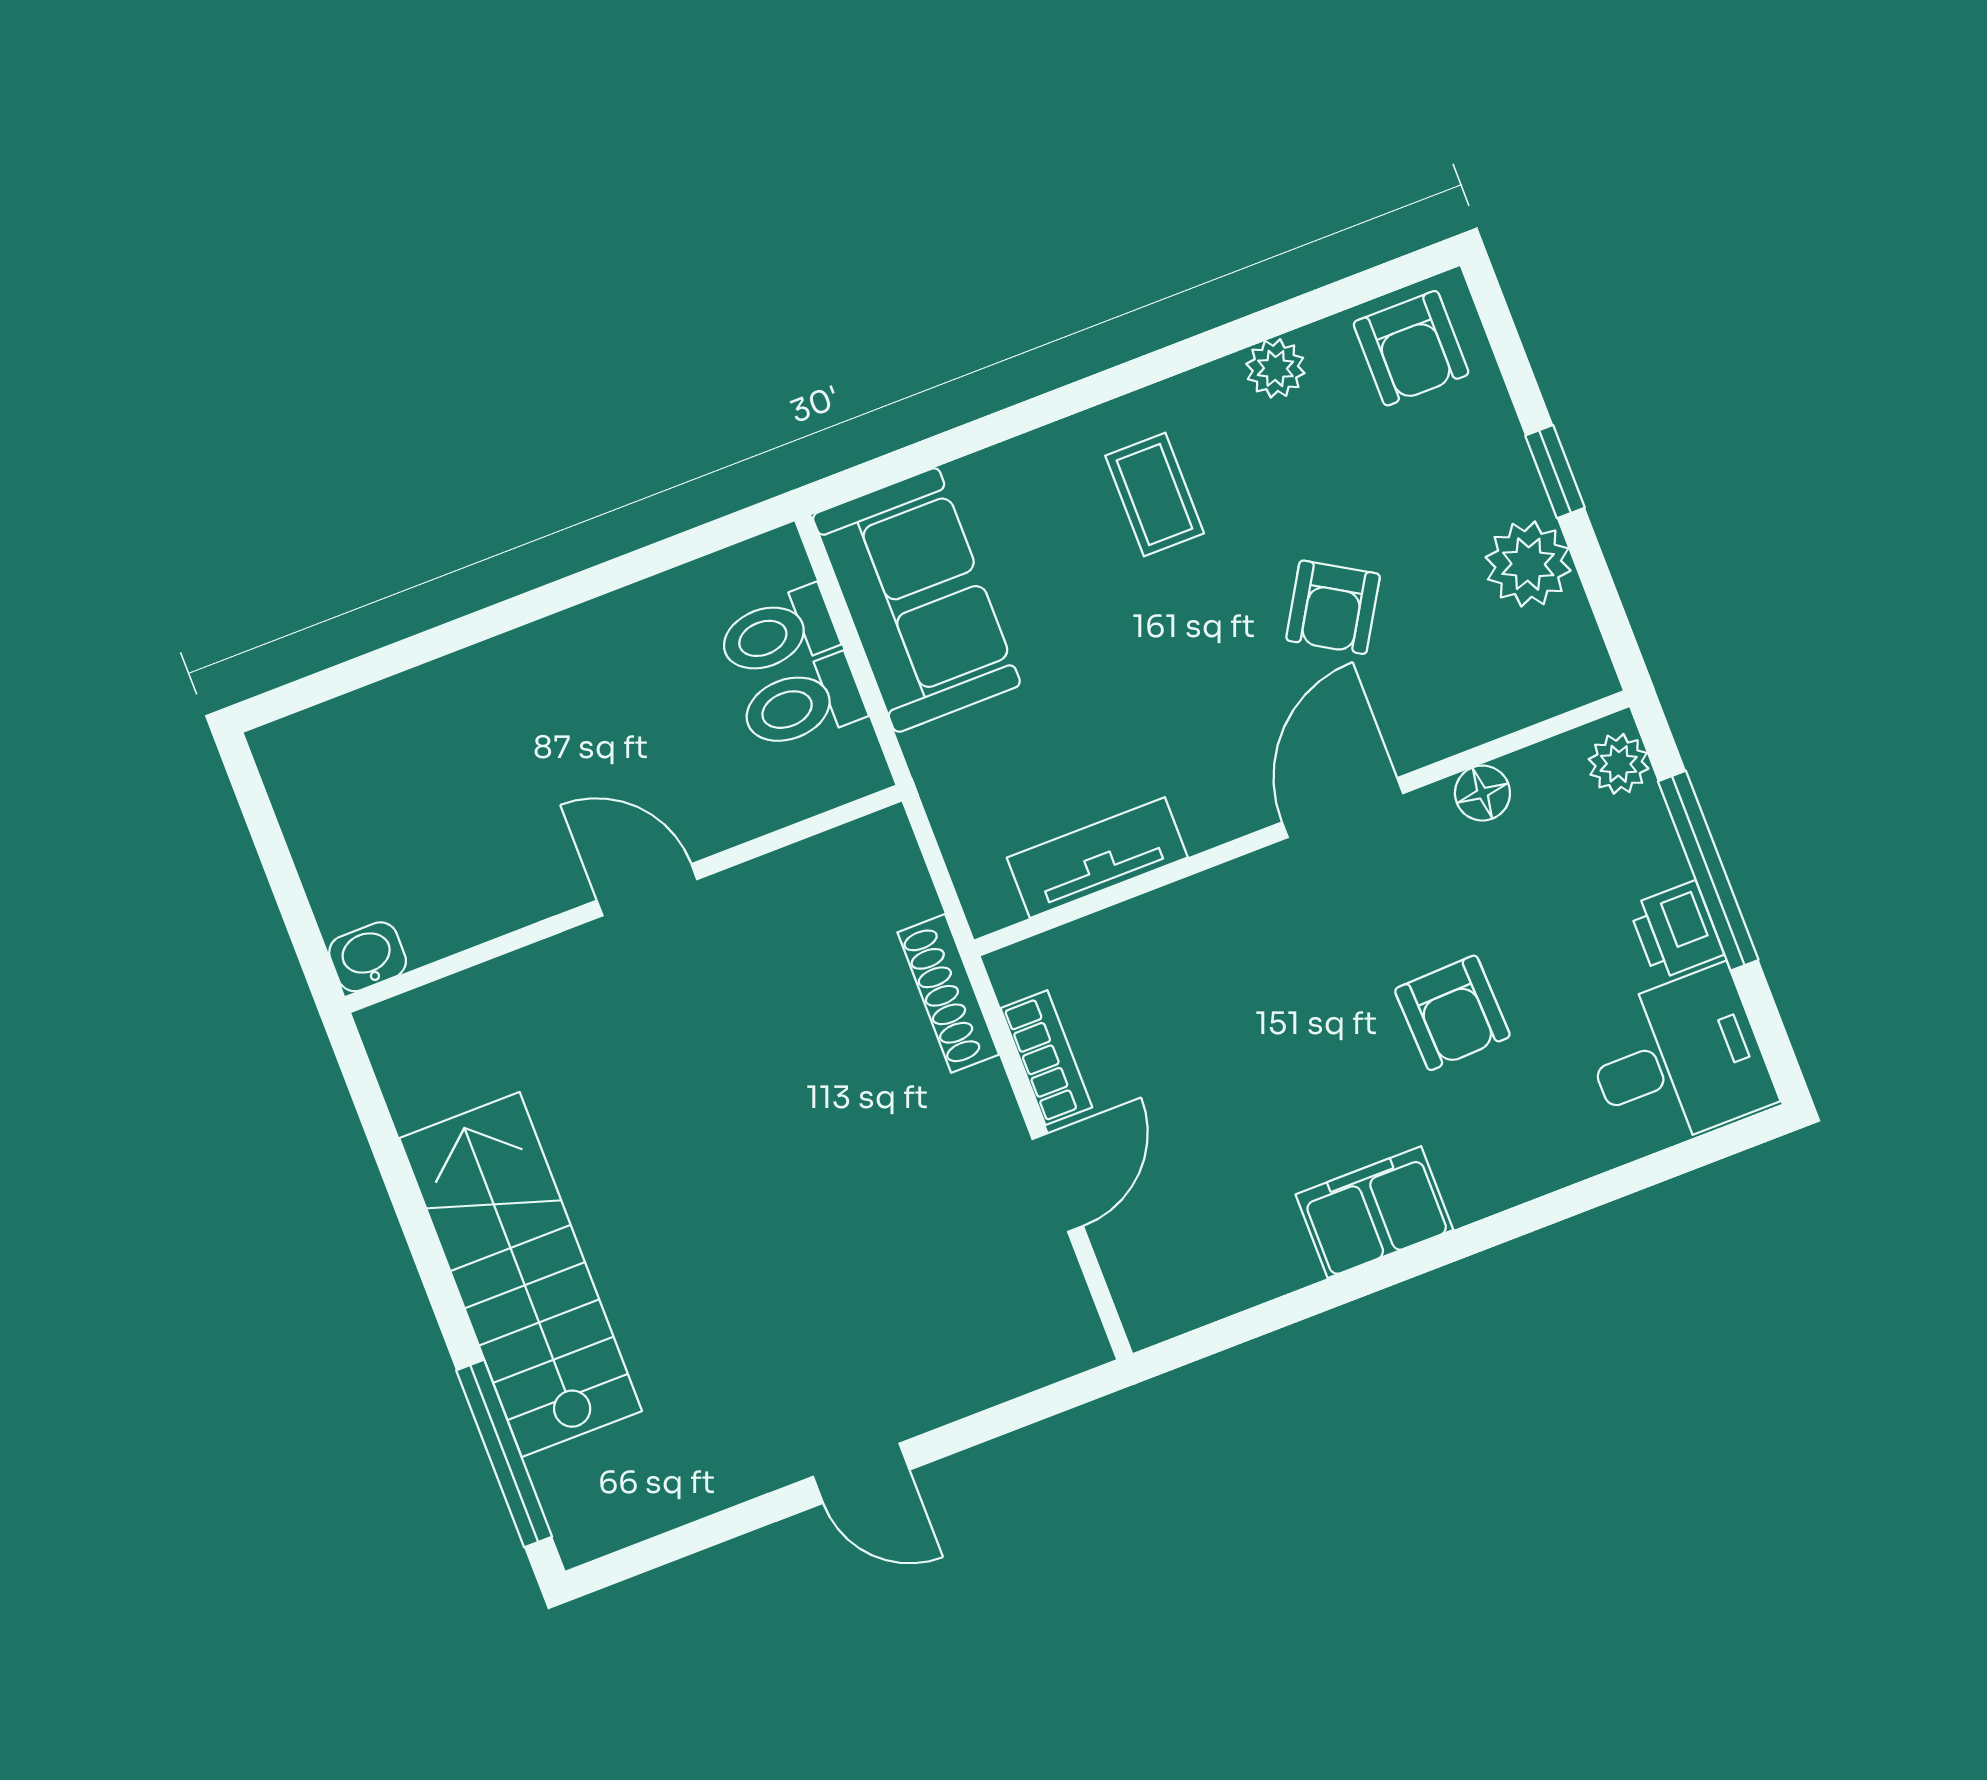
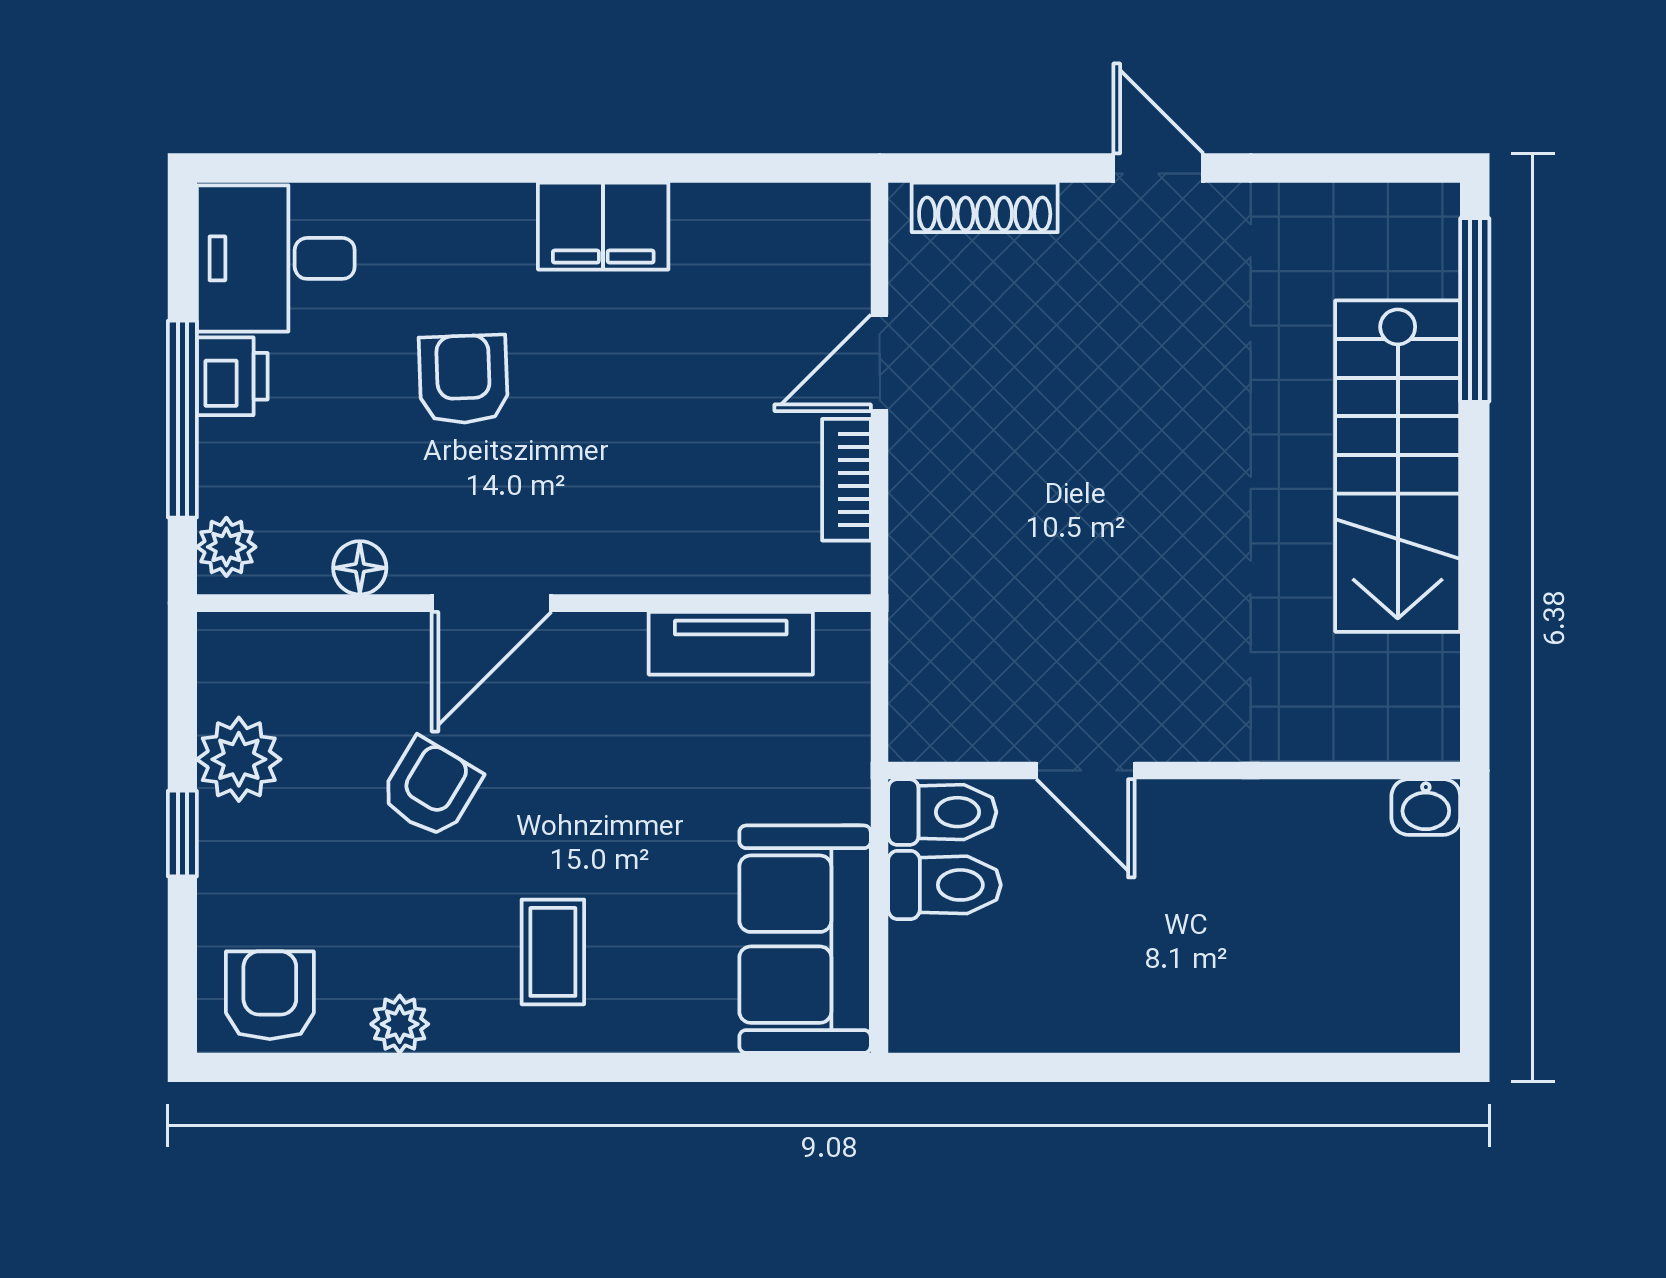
toilet: (777, 633) -> (942, 812), moved
door: (647, 890) -> (1085, 771), moved
shoe rack: (948, 993) -> (985, 207), moved, turned 90

